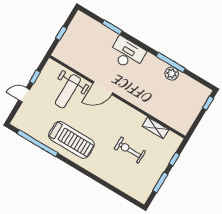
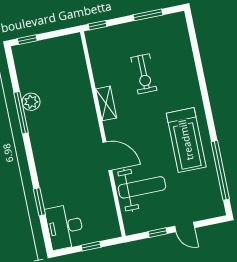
desk: (127, 54) -> (65, 227), moved
shelving: (155, 128) -> (106, 103), moved
treadmill: (72, 140) -> (186, 140), turned 180
window: (174, 159) -> (98, 25), moved

